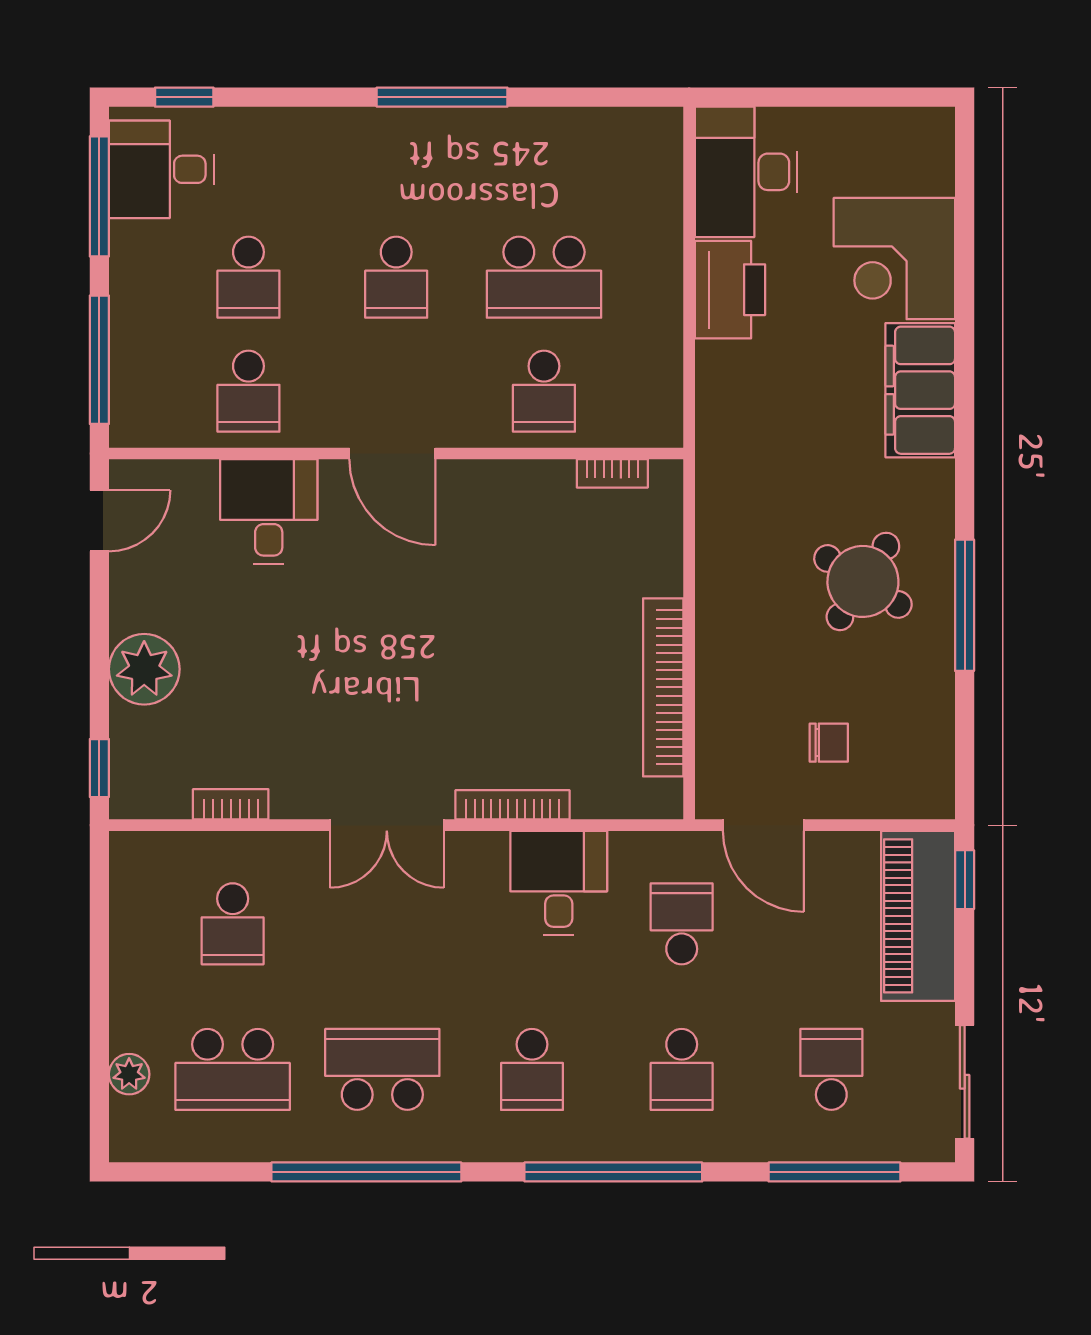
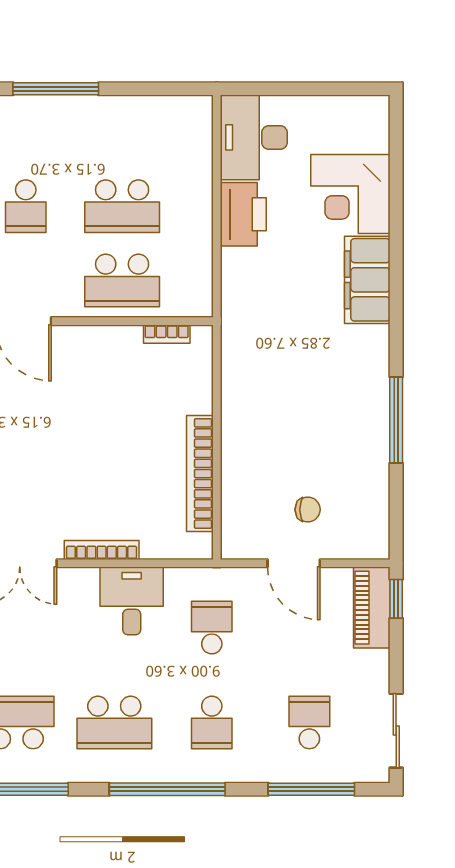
school desk: (544, 391) -> (122, 280), width x1.85
round table: (863, 581) -> (330, 404), removed
door: (763, 825) -> (294, 563), moved
piano: (918, 916) -> (372, 608), width x0.73, depth x0.75
school desk: (532, 1069) -> (114, 722), width x1.85

